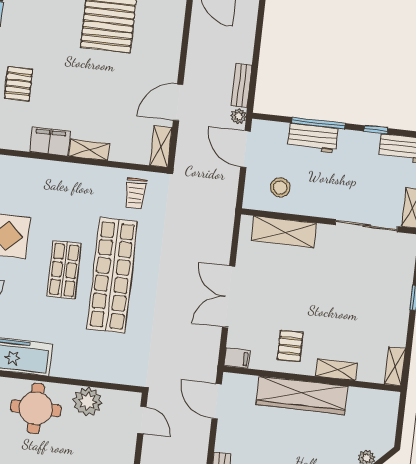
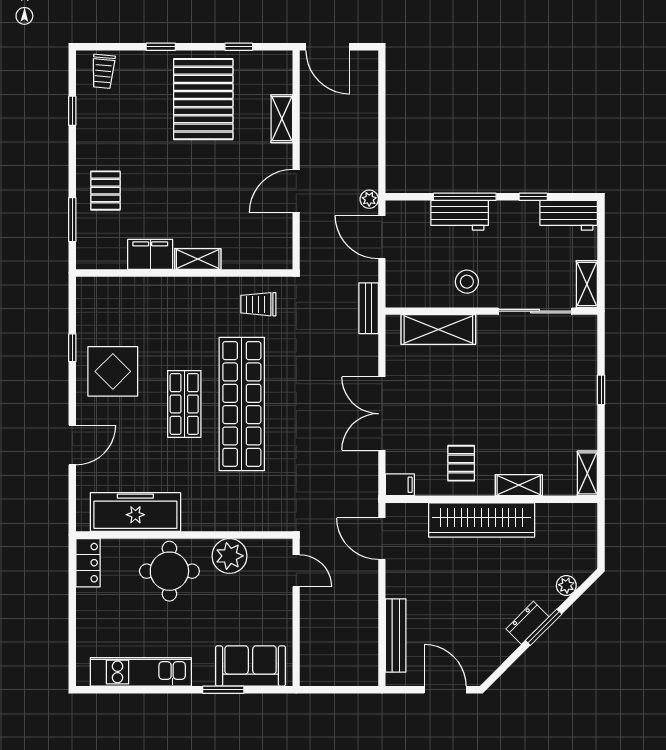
bench: (241, 86) -> (369, 308), moved
shelving: (161, 147) -> (282, 119), moved
stool: (280, 187) -> (467, 282), moved
trolley: (136, 193) -> (258, 304), turned 90

